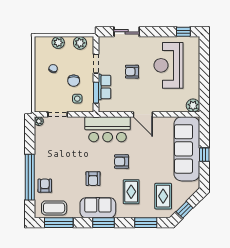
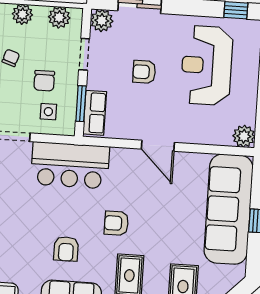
plant: (105, 43) -> (102, 21), added
row of seats: (105, 87) -> (95, 113), moved
bar counter: (108, 129) -> (70, 165), moved

